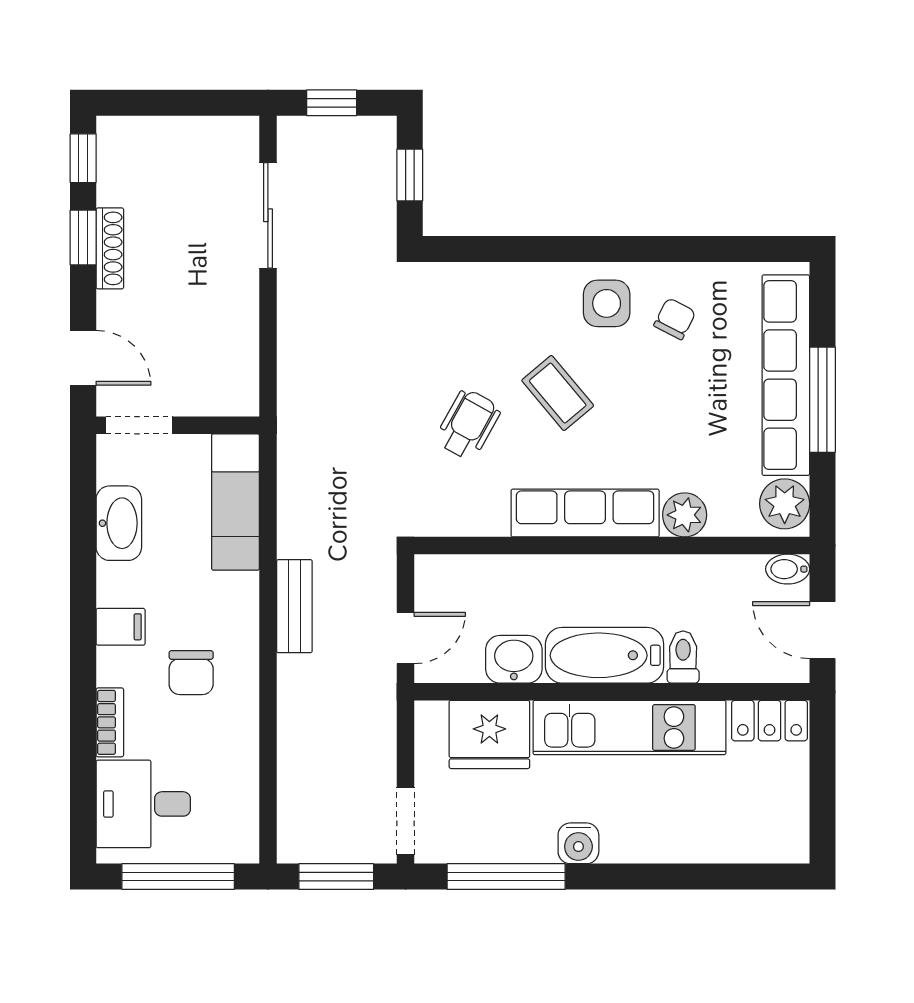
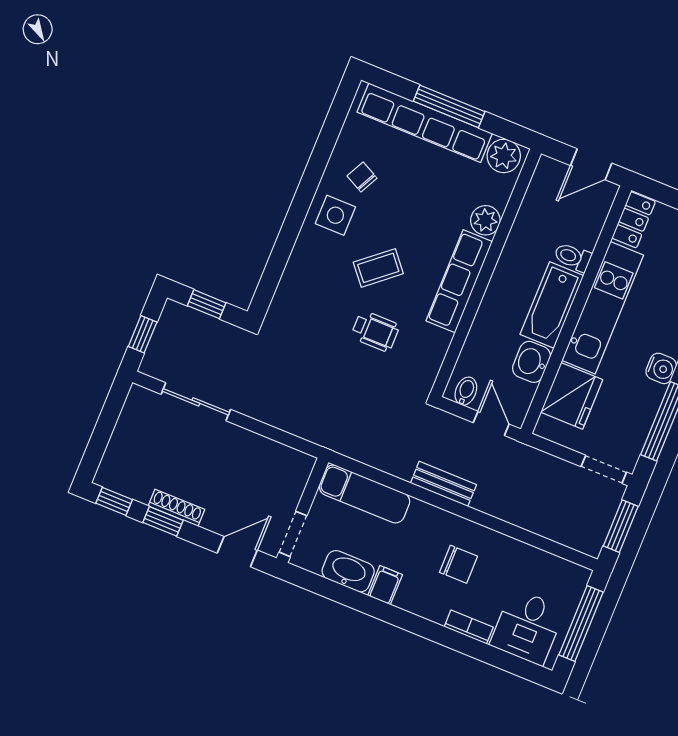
wheelchair: (468, 425) -> (375, 331), turned 151
bidet: (788, 569) -> (466, 391), moved, turned 180
filing cabinet: (121, 627) -> (385, 585), moved

